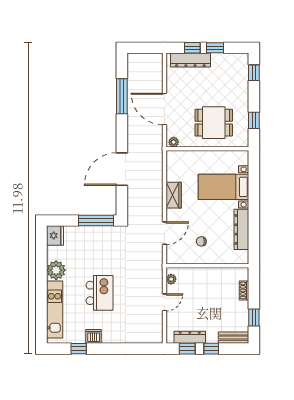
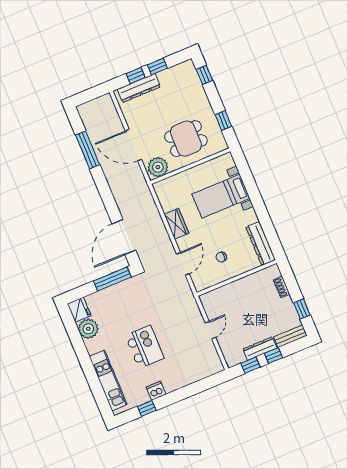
plant: (174, 142) -> (158, 167), width x1.87, depth x1.87
door: (122, 169) -> (124, 237), moved
dresser: (241, 229) -> (261, 244), moved
plant: (56, 270) -> (88, 329), moved
plant: (171, 279) -> (208, 305), removed
dresser: (190, 337) -> (260, 349), moved

